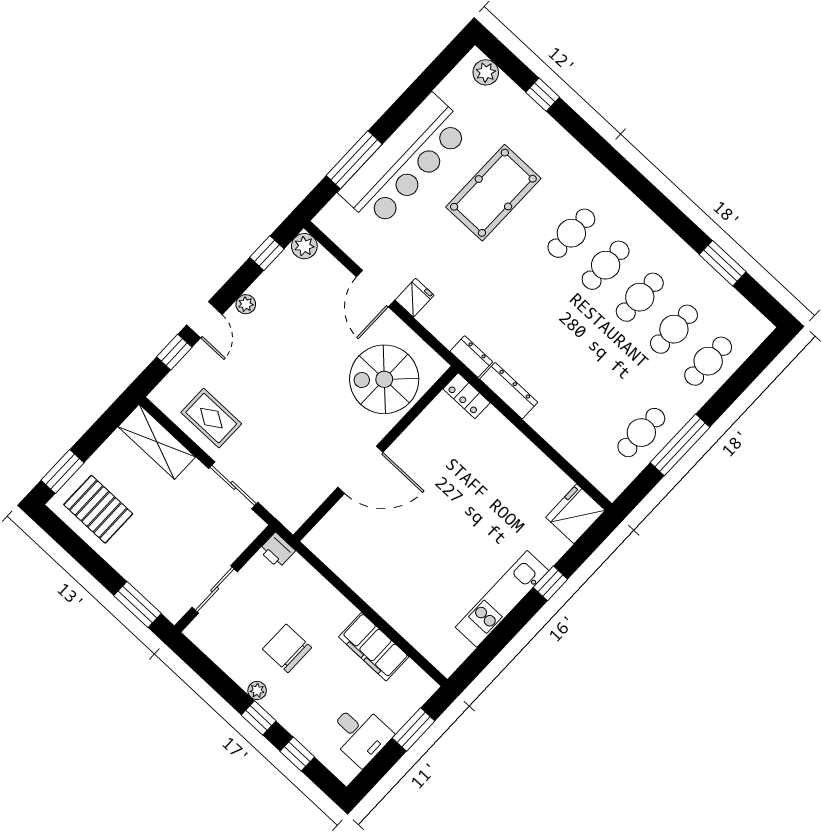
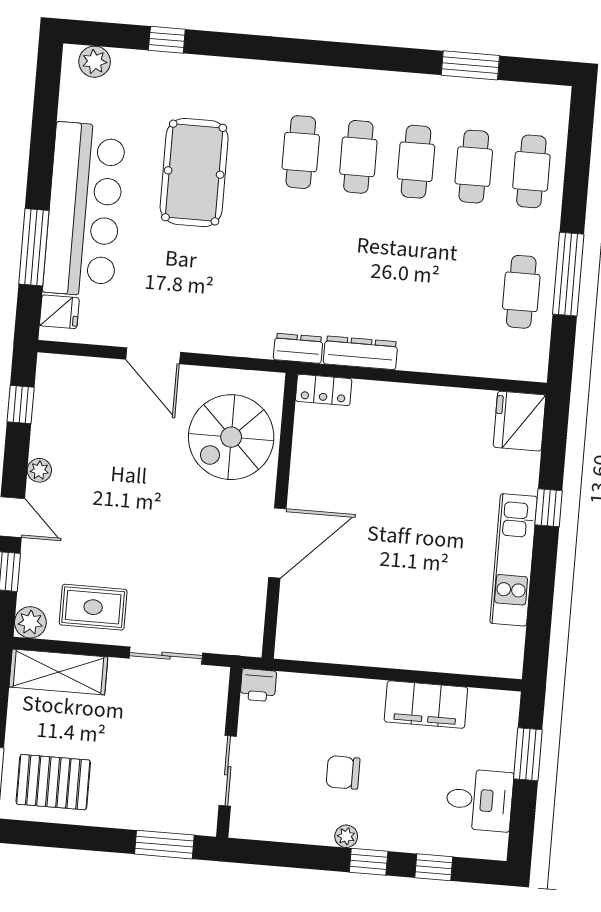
plant: (304, 246) -> (30, 622), moved
fridge: (415, 298) -> (59, 312), moved, turned 90
chair: (287, 648) -> (343, 772), width x0.73, depth x0.73

